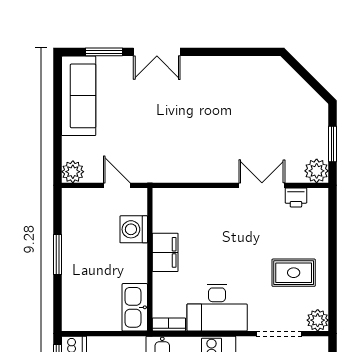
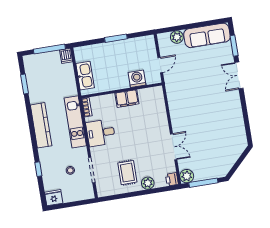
window: (333, 144) -> (203, 183), width x1.44
plant: (73, 172) -> (177, 37), moved
printer: (296, 197) -> (172, 179), moved
kitchen sink: (135, 307) -> (85, 76), moved, turned 90
desk: (217, 308) -> (101, 133), width x0.73
plant: (318, 320) -> (148, 183), moved

